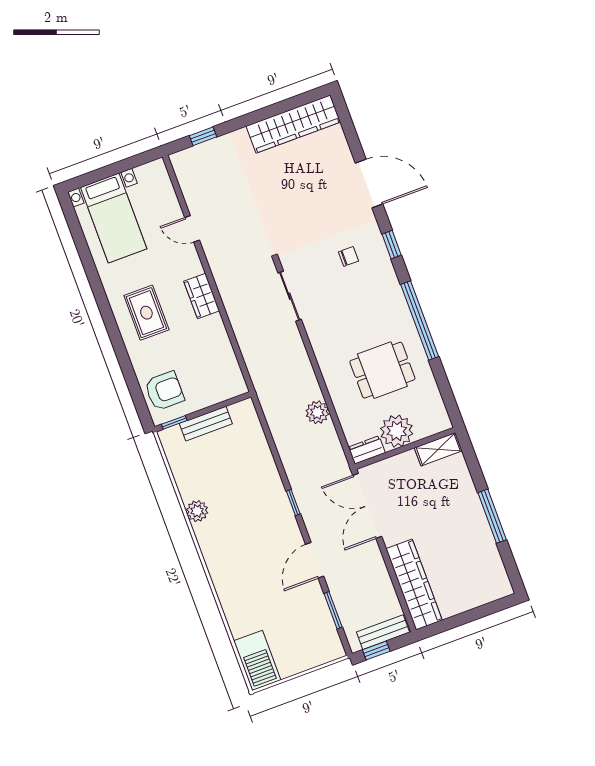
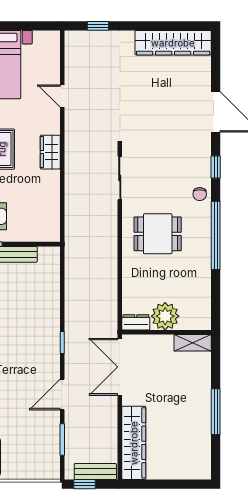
chair: (349, 256) -> (200, 194), moved, turned 90
dining table: (382, 370) -> (158, 234), moved
plant: (317, 412) -> (108, 278), removed

